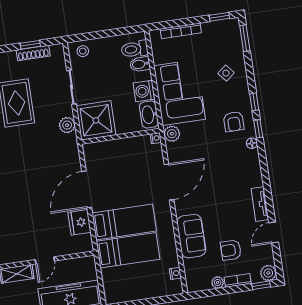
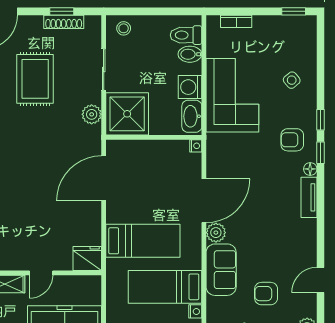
bookcase: (181, 31) -> (236, 21), width x0.64
window: (245, 38) -> (320, 41), removed
armchair: (234, 122) -> (292, 140), turned 90
plant: (172, 134) -> (216, 233), moved
door: (87, 189) -> (104, 178), moved
tv unit: (260, 204) -> (309, 197), moved
fridge: (80, 222) -> (87, 258), moved, turned 90
bed: (128, 250) -> (165, 287), moved, turned 180

